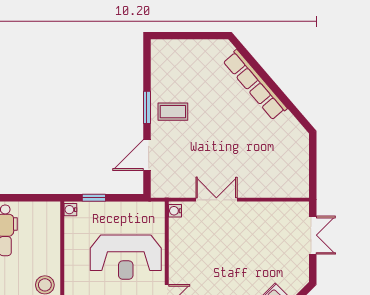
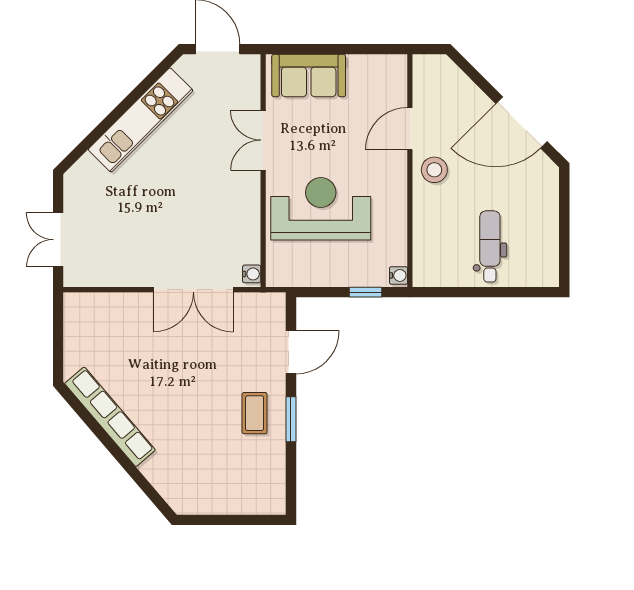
row of seats: (255, 85) -> (110, 417), moved
coffee table: (173, 112) -> (255, 413), turned 90
double door: (216, 200) -> (193, 290), width x1.37

